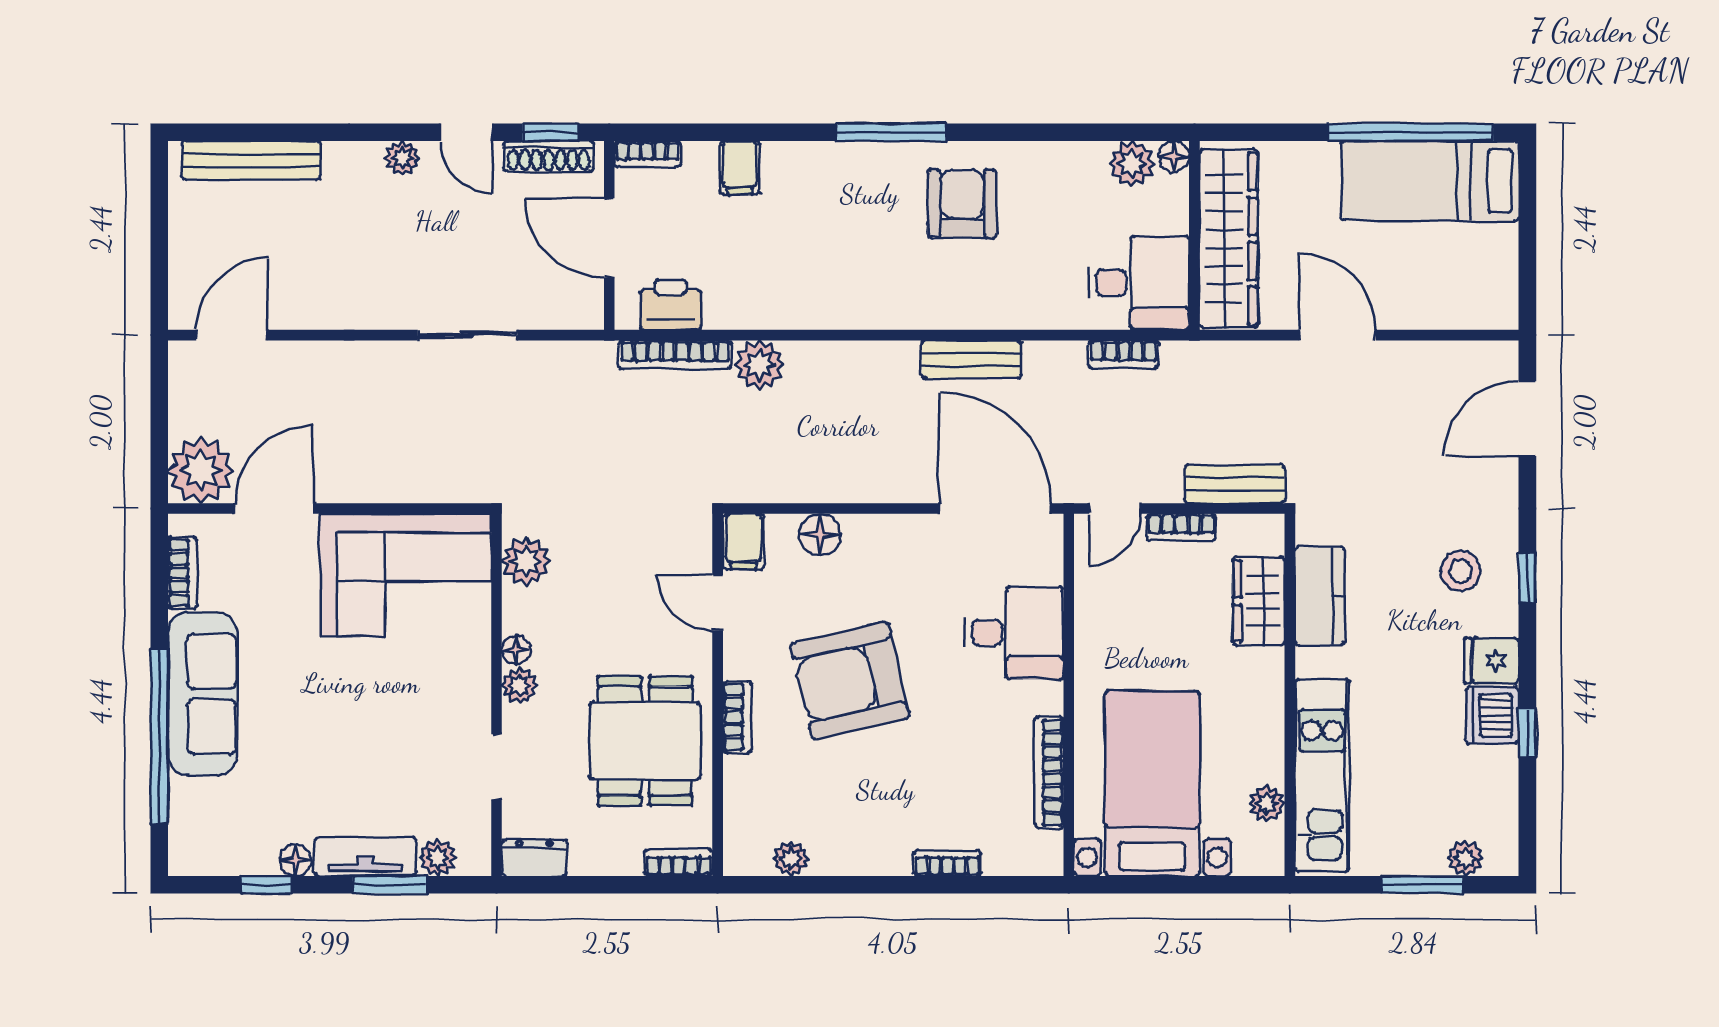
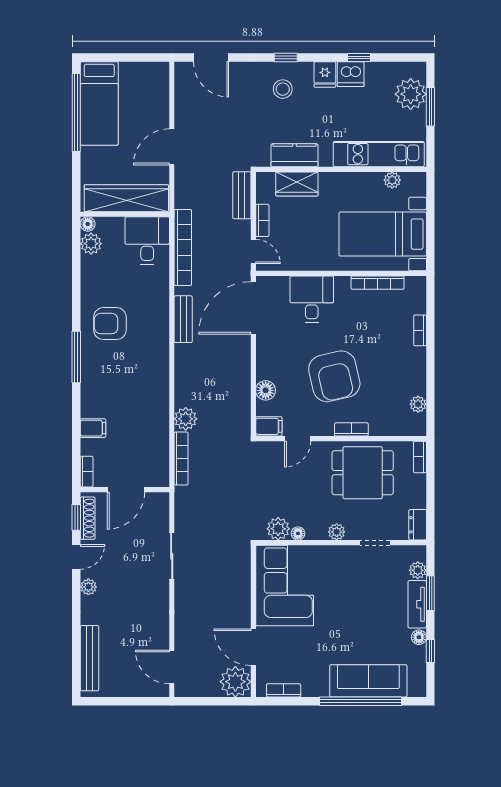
printer: (671, 305) -> (157, 461), removed
bookcase: (1124, 354) -> (183, 247), width x2.31, depth x1.31
floor lamp: (516, 650) -> (298, 533), moved
sofa: (203, 694) -> (368, 681), moved
plant: (1465, 858) -> (411, 94), width x1.88, depth x1.88

